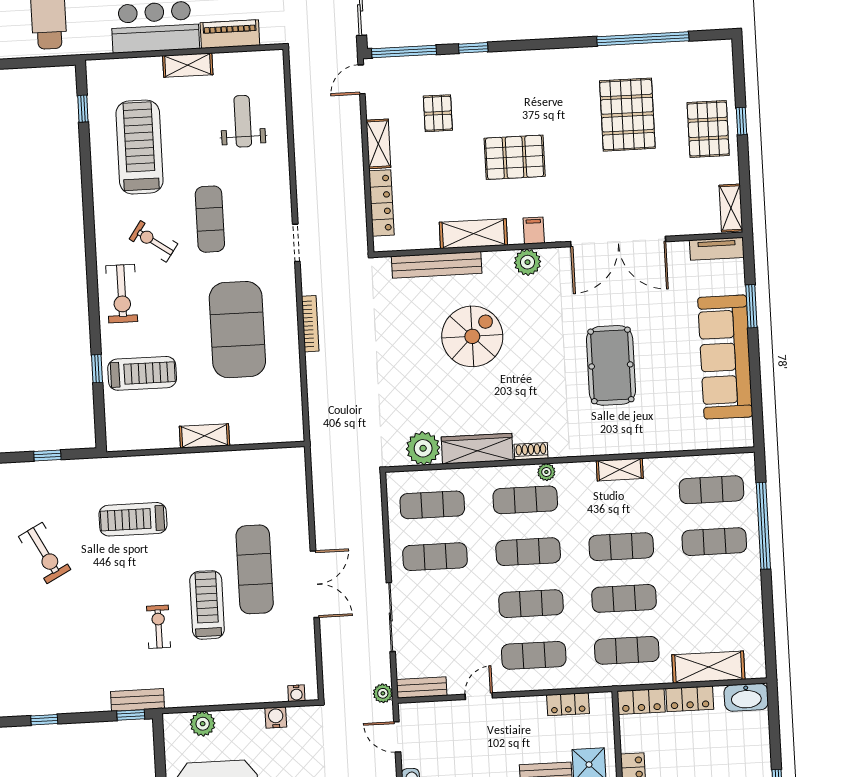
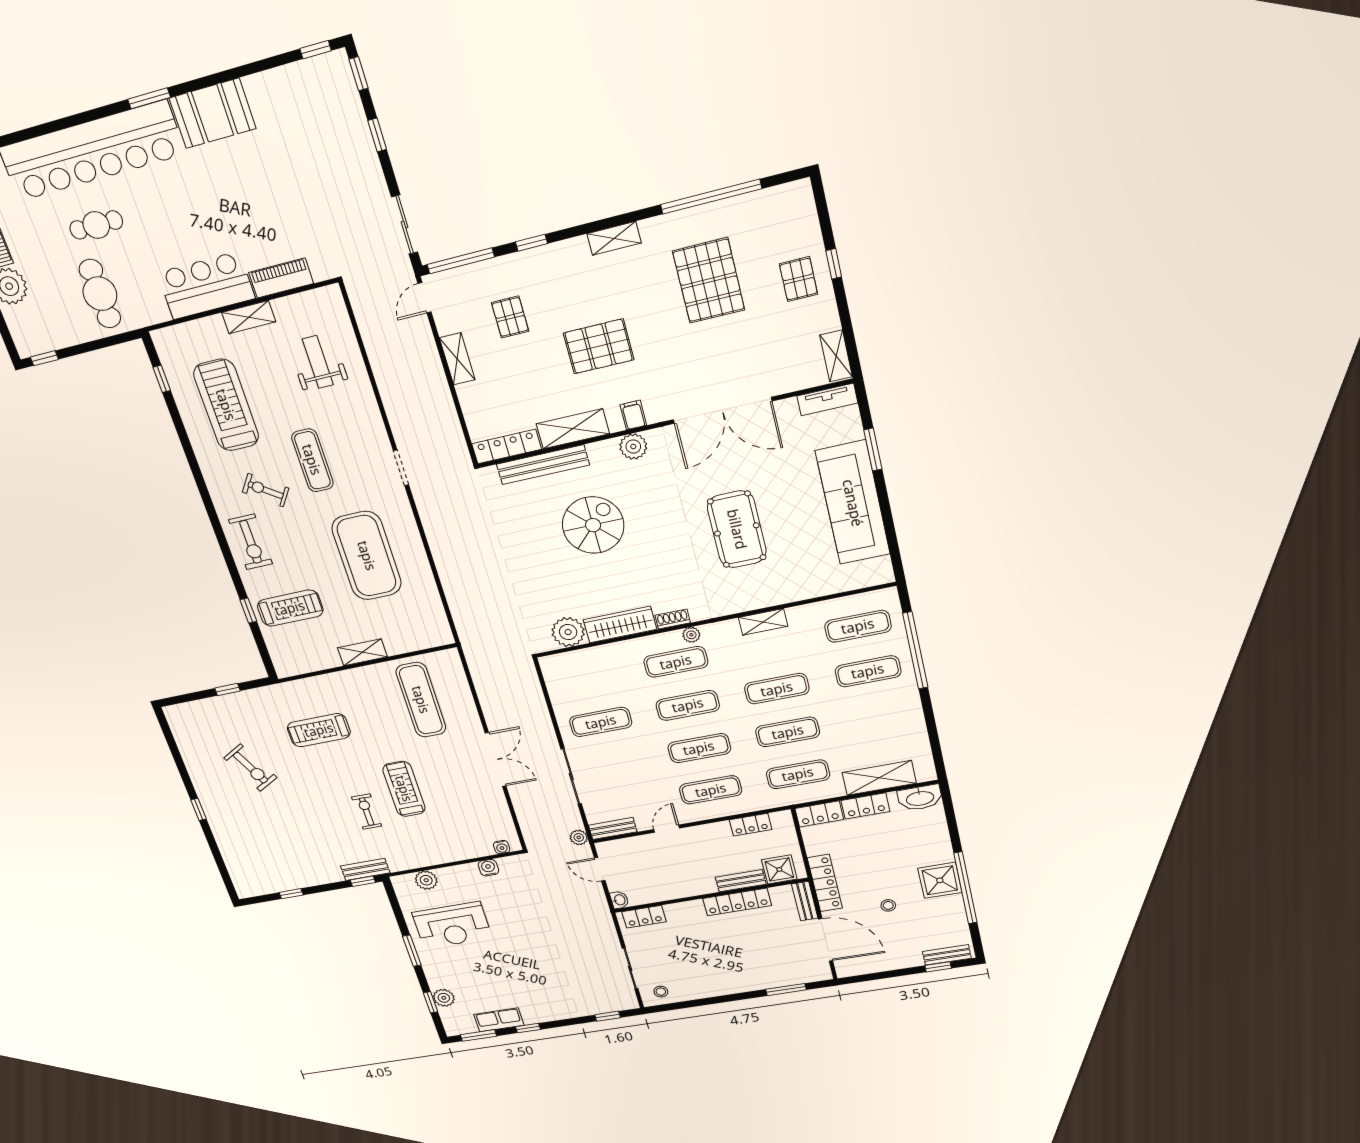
shelving: (549, 59) -> (614, 238), added
pallet: (708, 129) -> (799, 279), width x0.67, depth x0.71
locker: (381, 203) -> (507, 446), moved, turned -90
bookcase: (310, 324) -> (434, 539), removed
exercise mat: (432, 505) -> (588, 679), removed
exercise mat: (255, 569) -> (421, 700), moved

